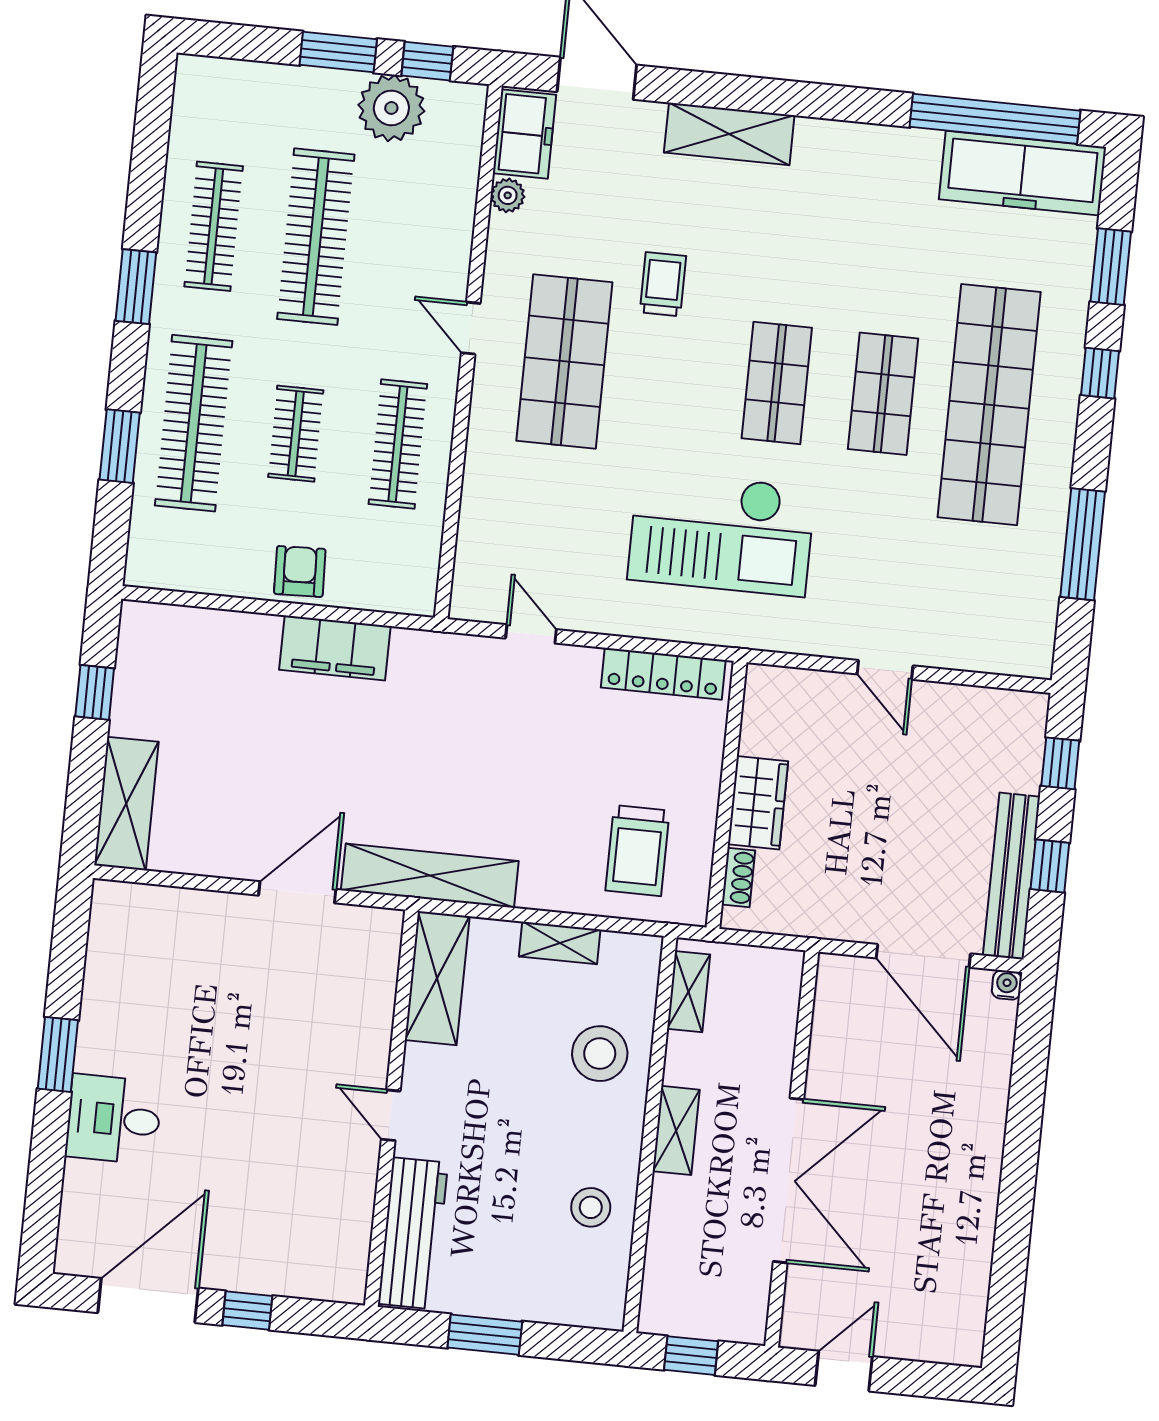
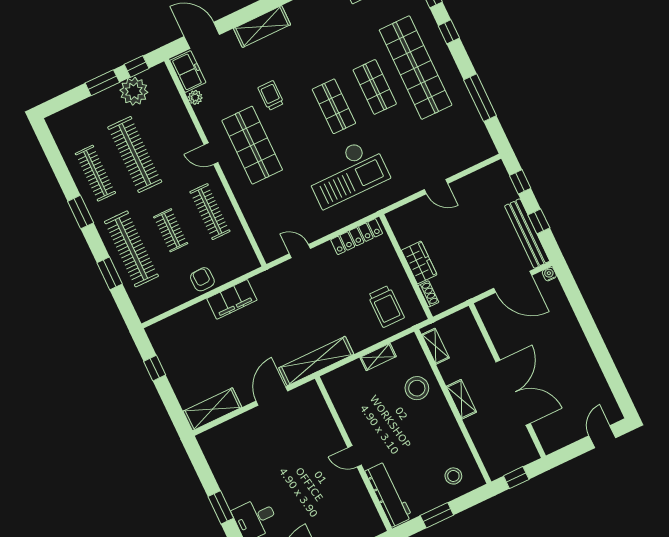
shelving: (126, 804) -> (212, 409), moved, turned 90
shelving: (437, 978) -> (341, 397), removed
stool: (591, 1207) -> (453, 476), moved
door: (844, 1371) -> (602, 437), moved

